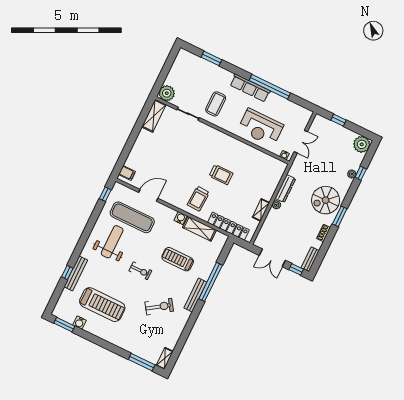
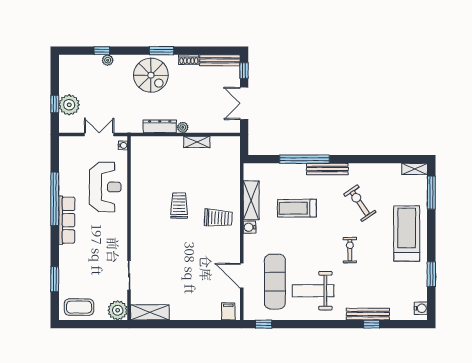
coffee table: (216, 104) -> (79, 307), moved
plant: (362, 144) -> (69, 105), moved
locker: (228, 226) -> (233, 169), removed
double door: (272, 258) -> (244, 103), swing flipped
treadmill: (178, 259) -> (297, 208), turned 90
bench: (310, 259) -> (220, 60), width x1.36
exercise bike: (140, 271) -> (350, 250), moved
treadmill: (102, 305) -> (407, 234), moved
water cooler: (79, 323) -> (421, 308), moved
window: (64, 325) -> (431, 274), moved

